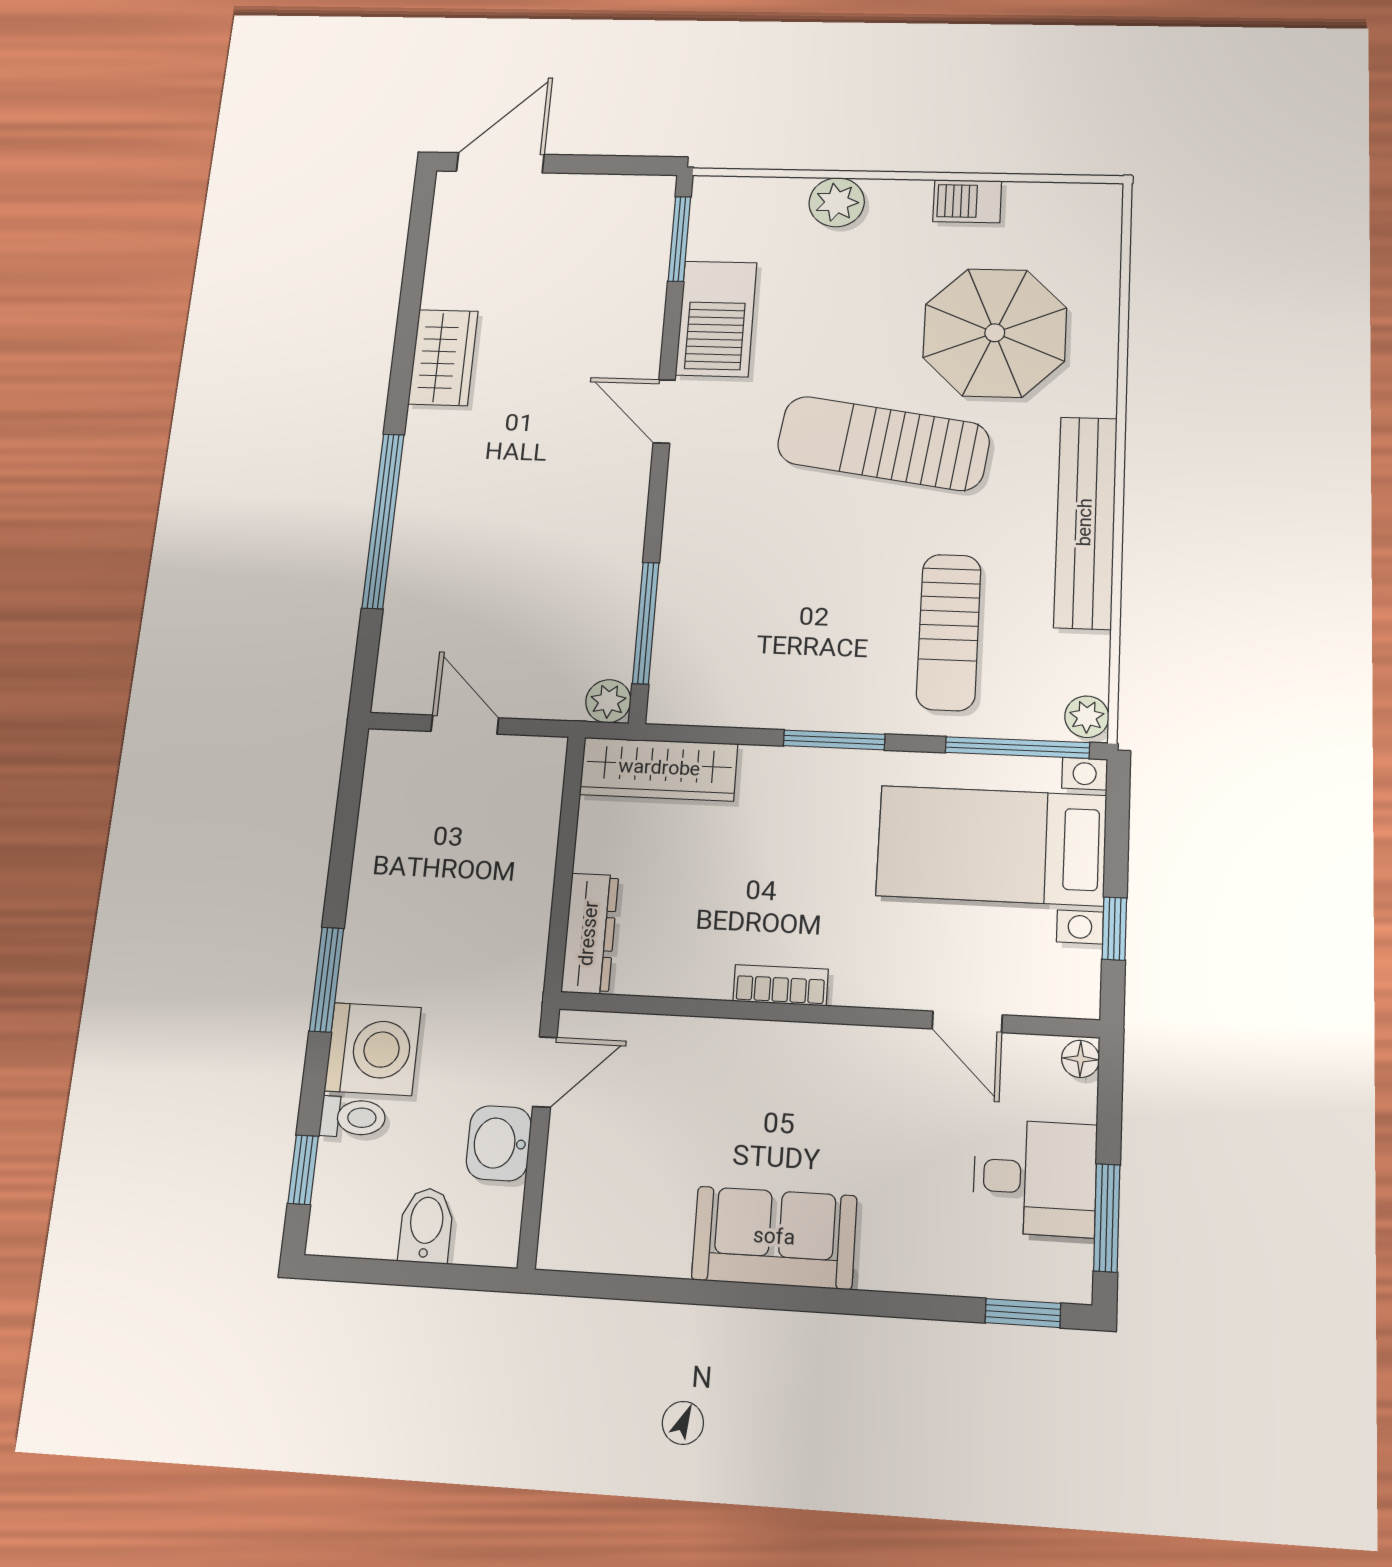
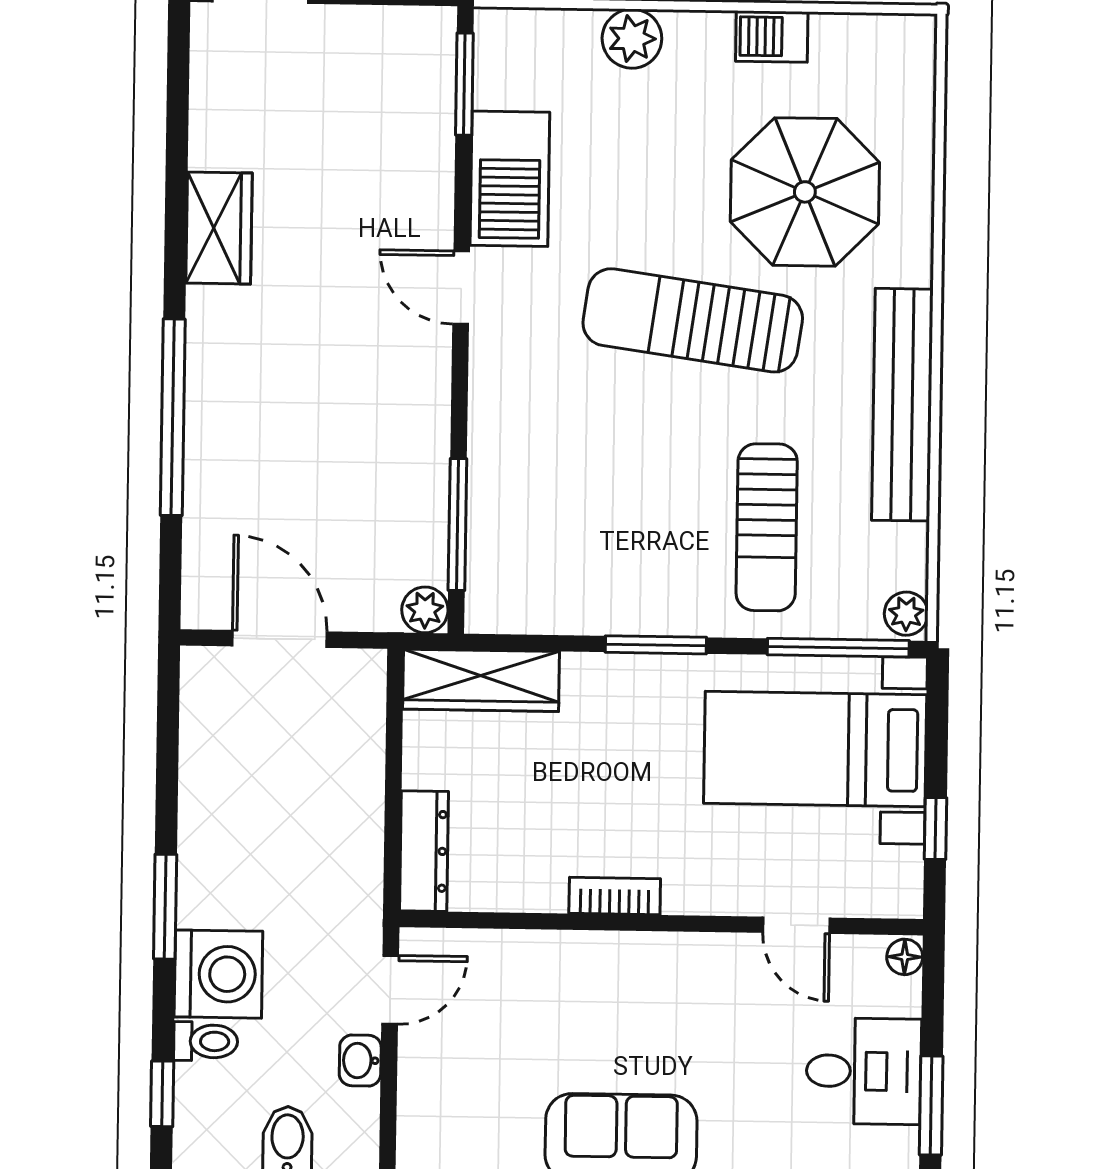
door: (465, 725) -> (280, 639), width x1.38
washbasin: (499, 1143) -> (360, 1061), width x0.72, depth x0.69

